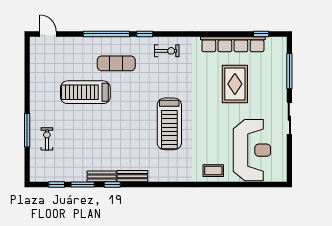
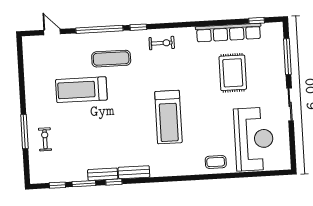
door: (48, 34) -> (52, 32), moved

